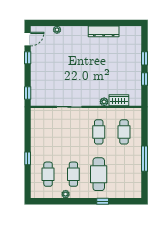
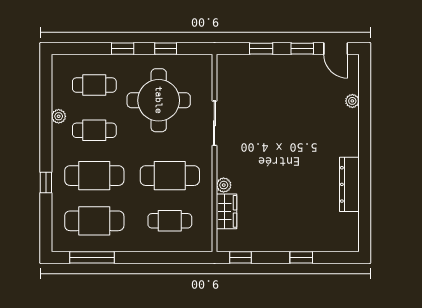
window: (144, 79) -> (241, 257), moved
window: (28, 93) -> (261, 49), moved
cafe table: (99, 132) -> (170, 176), width x1.37, depth x1.35
window: (28, 134) -> (166, 49), added
round table: (57, 138) -> (159, 100), added
window: (144, 159) -> (92, 257), moved
cafe table: (124, 174) -> (94, 221), added

